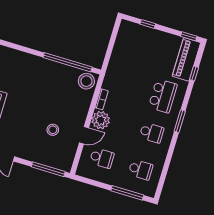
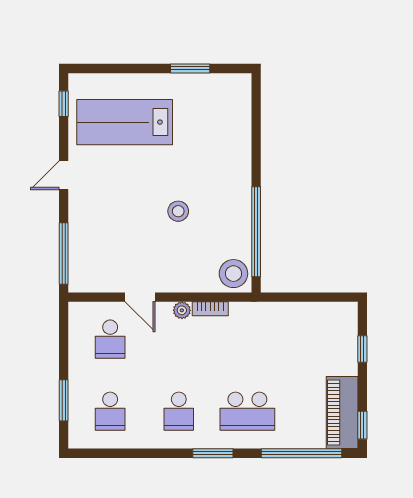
piano: (186, 59) -> (342, 413), moved, turned -90
window: (194, 73) -> (302, 453), width x3.17
plant: (101, 120) -> (182, 310), width x0.53, depth x0.53
stool: (53, 130) -> (178, 211), moved
window: (127, 193) -> (64, 400), width x0.69

